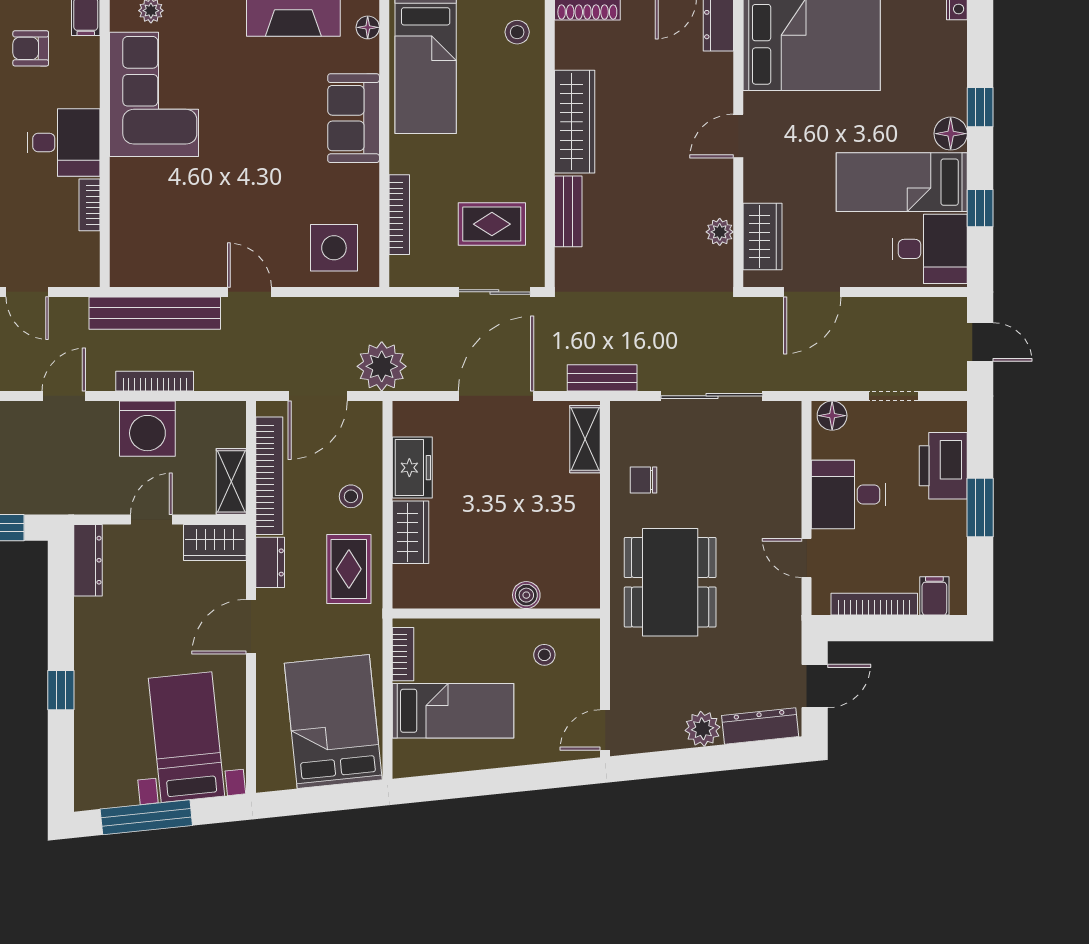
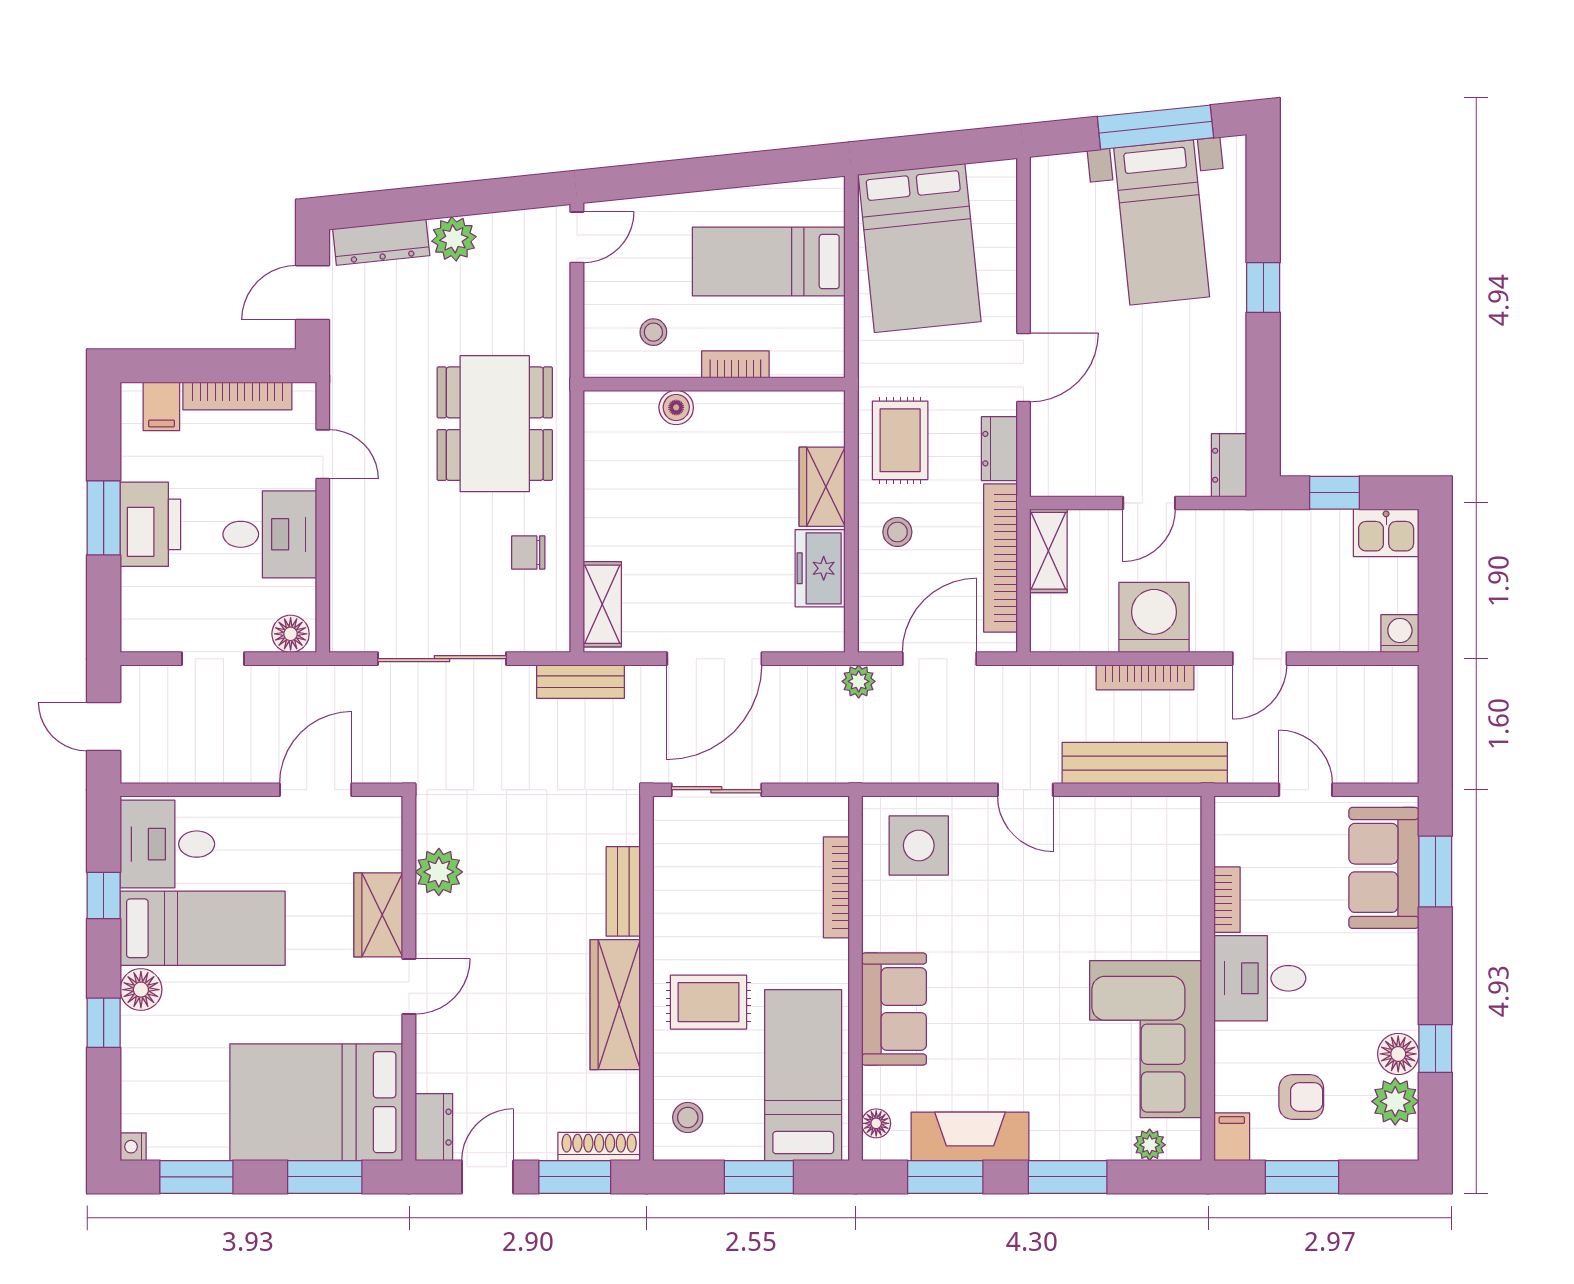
rug: (492, 224) -> (709, 1002), moved
plant: (720, 232) -> (439, 872), width x1.38, depth x1.38
wardrobe: (762, 237) -> (378, 915), moved
plant: (382, 366) -> (859, 681), width x0.53, depth x0.53
printer: (943, 466) -> (150, 524), moved
chair: (644, 480) -> (528, 553), turned 180
wardrobe: (215, 542) -> (1069, 474), removed
dresser: (88, 560) -> (1229, 465), width x0.70
bookcase: (403, 654) -> (735, 364), moved, turned 90
bed with nightstands: (187, 737) -> (1162, 222), moved

